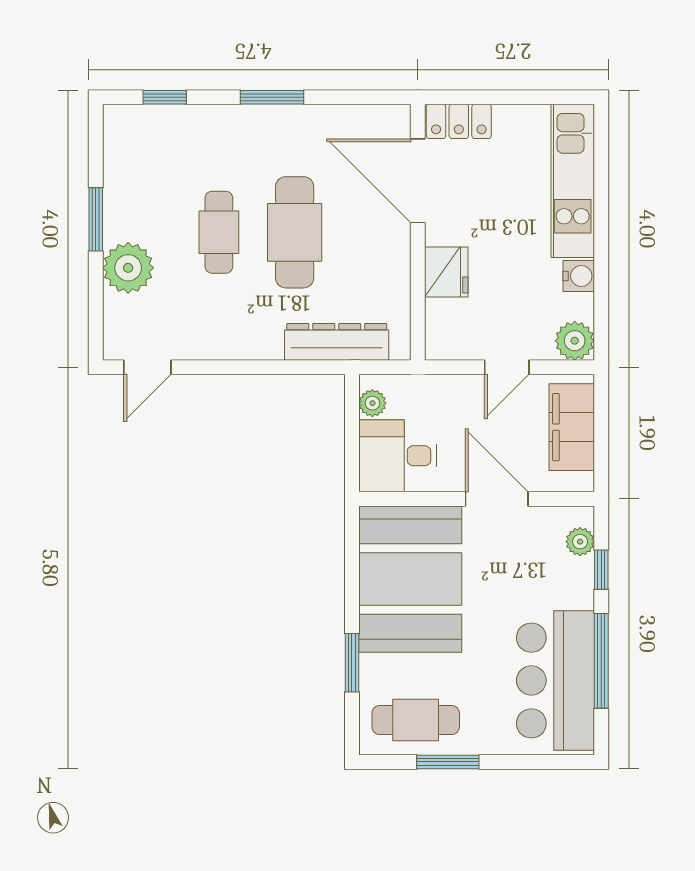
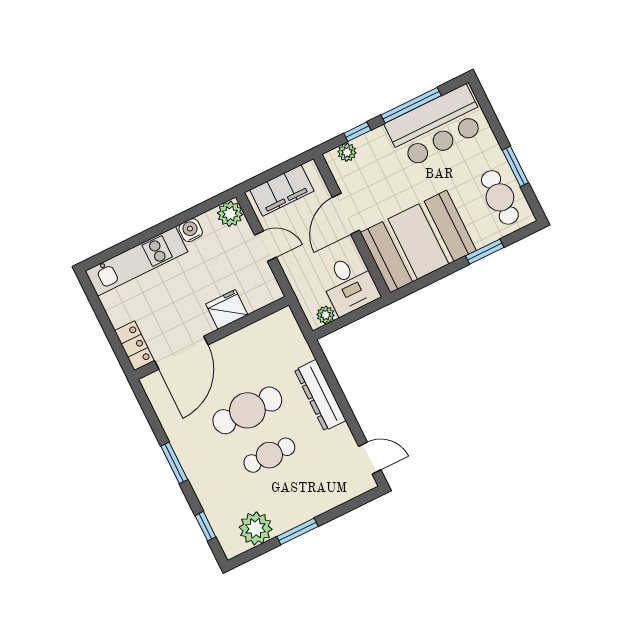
plant: (128, 268) -> (256, 528), moved
dresser: (337, 342) -> (320, 395), moved

